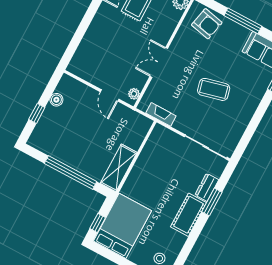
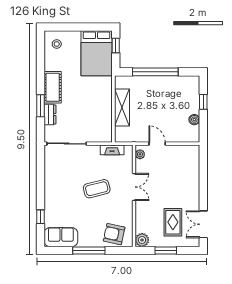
coffee table: (214, 89) -> (97, 189), moved
shelving: (119, 168) -> (122, 108), moved

